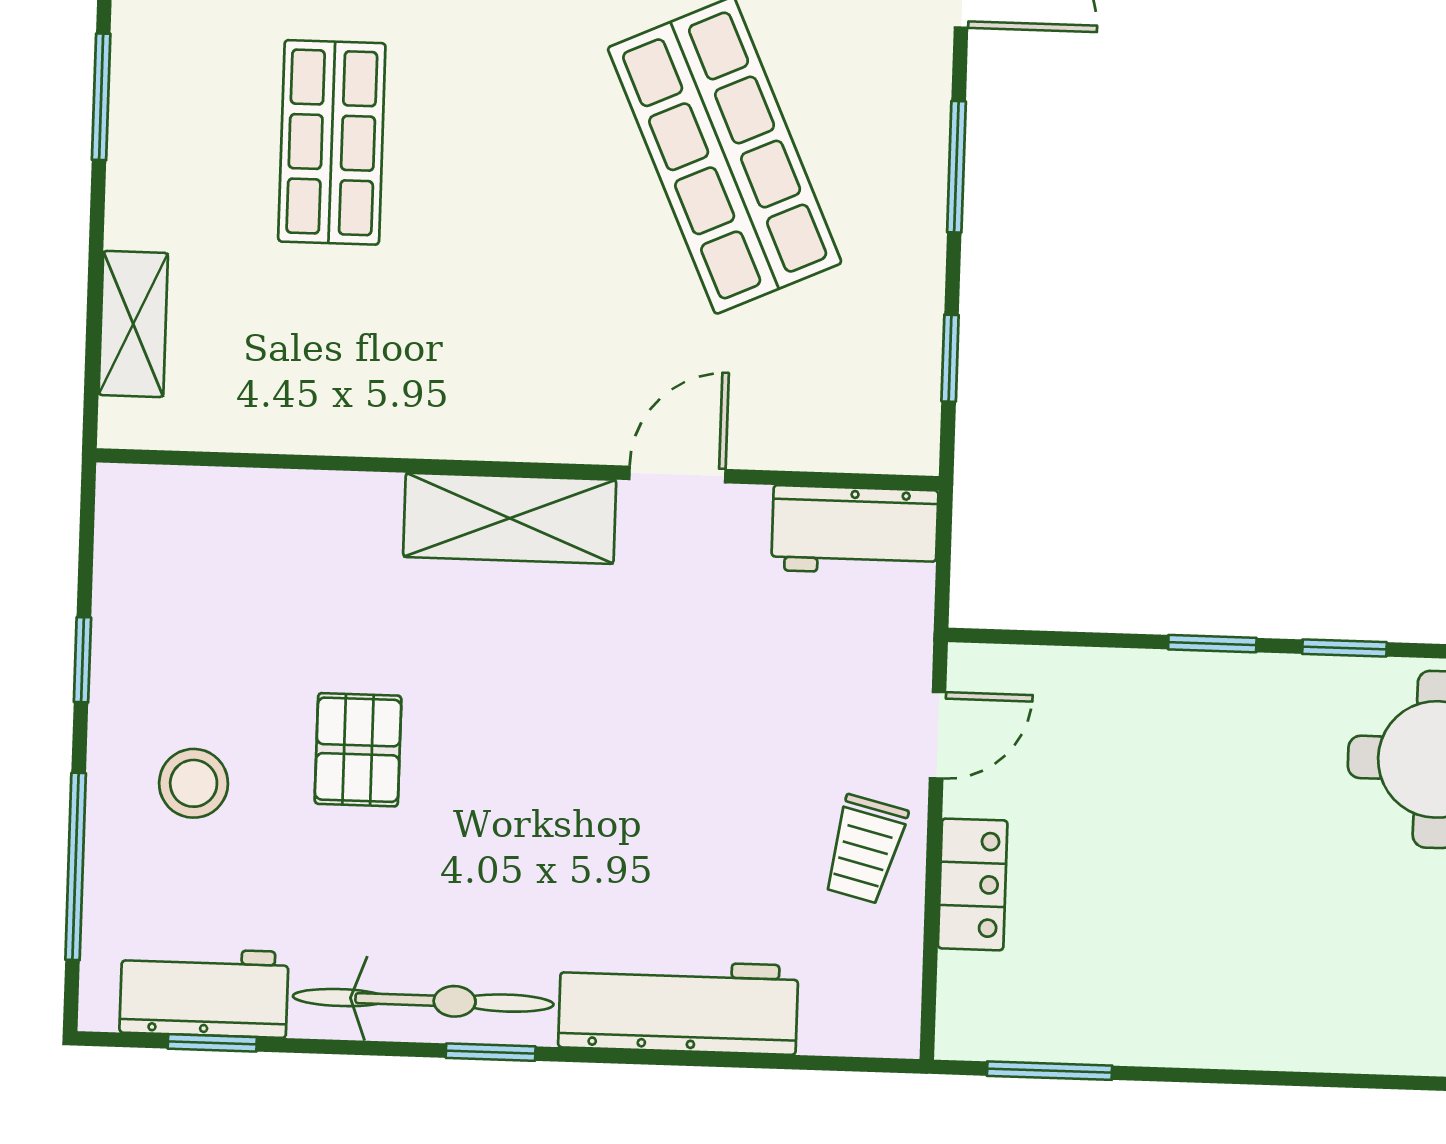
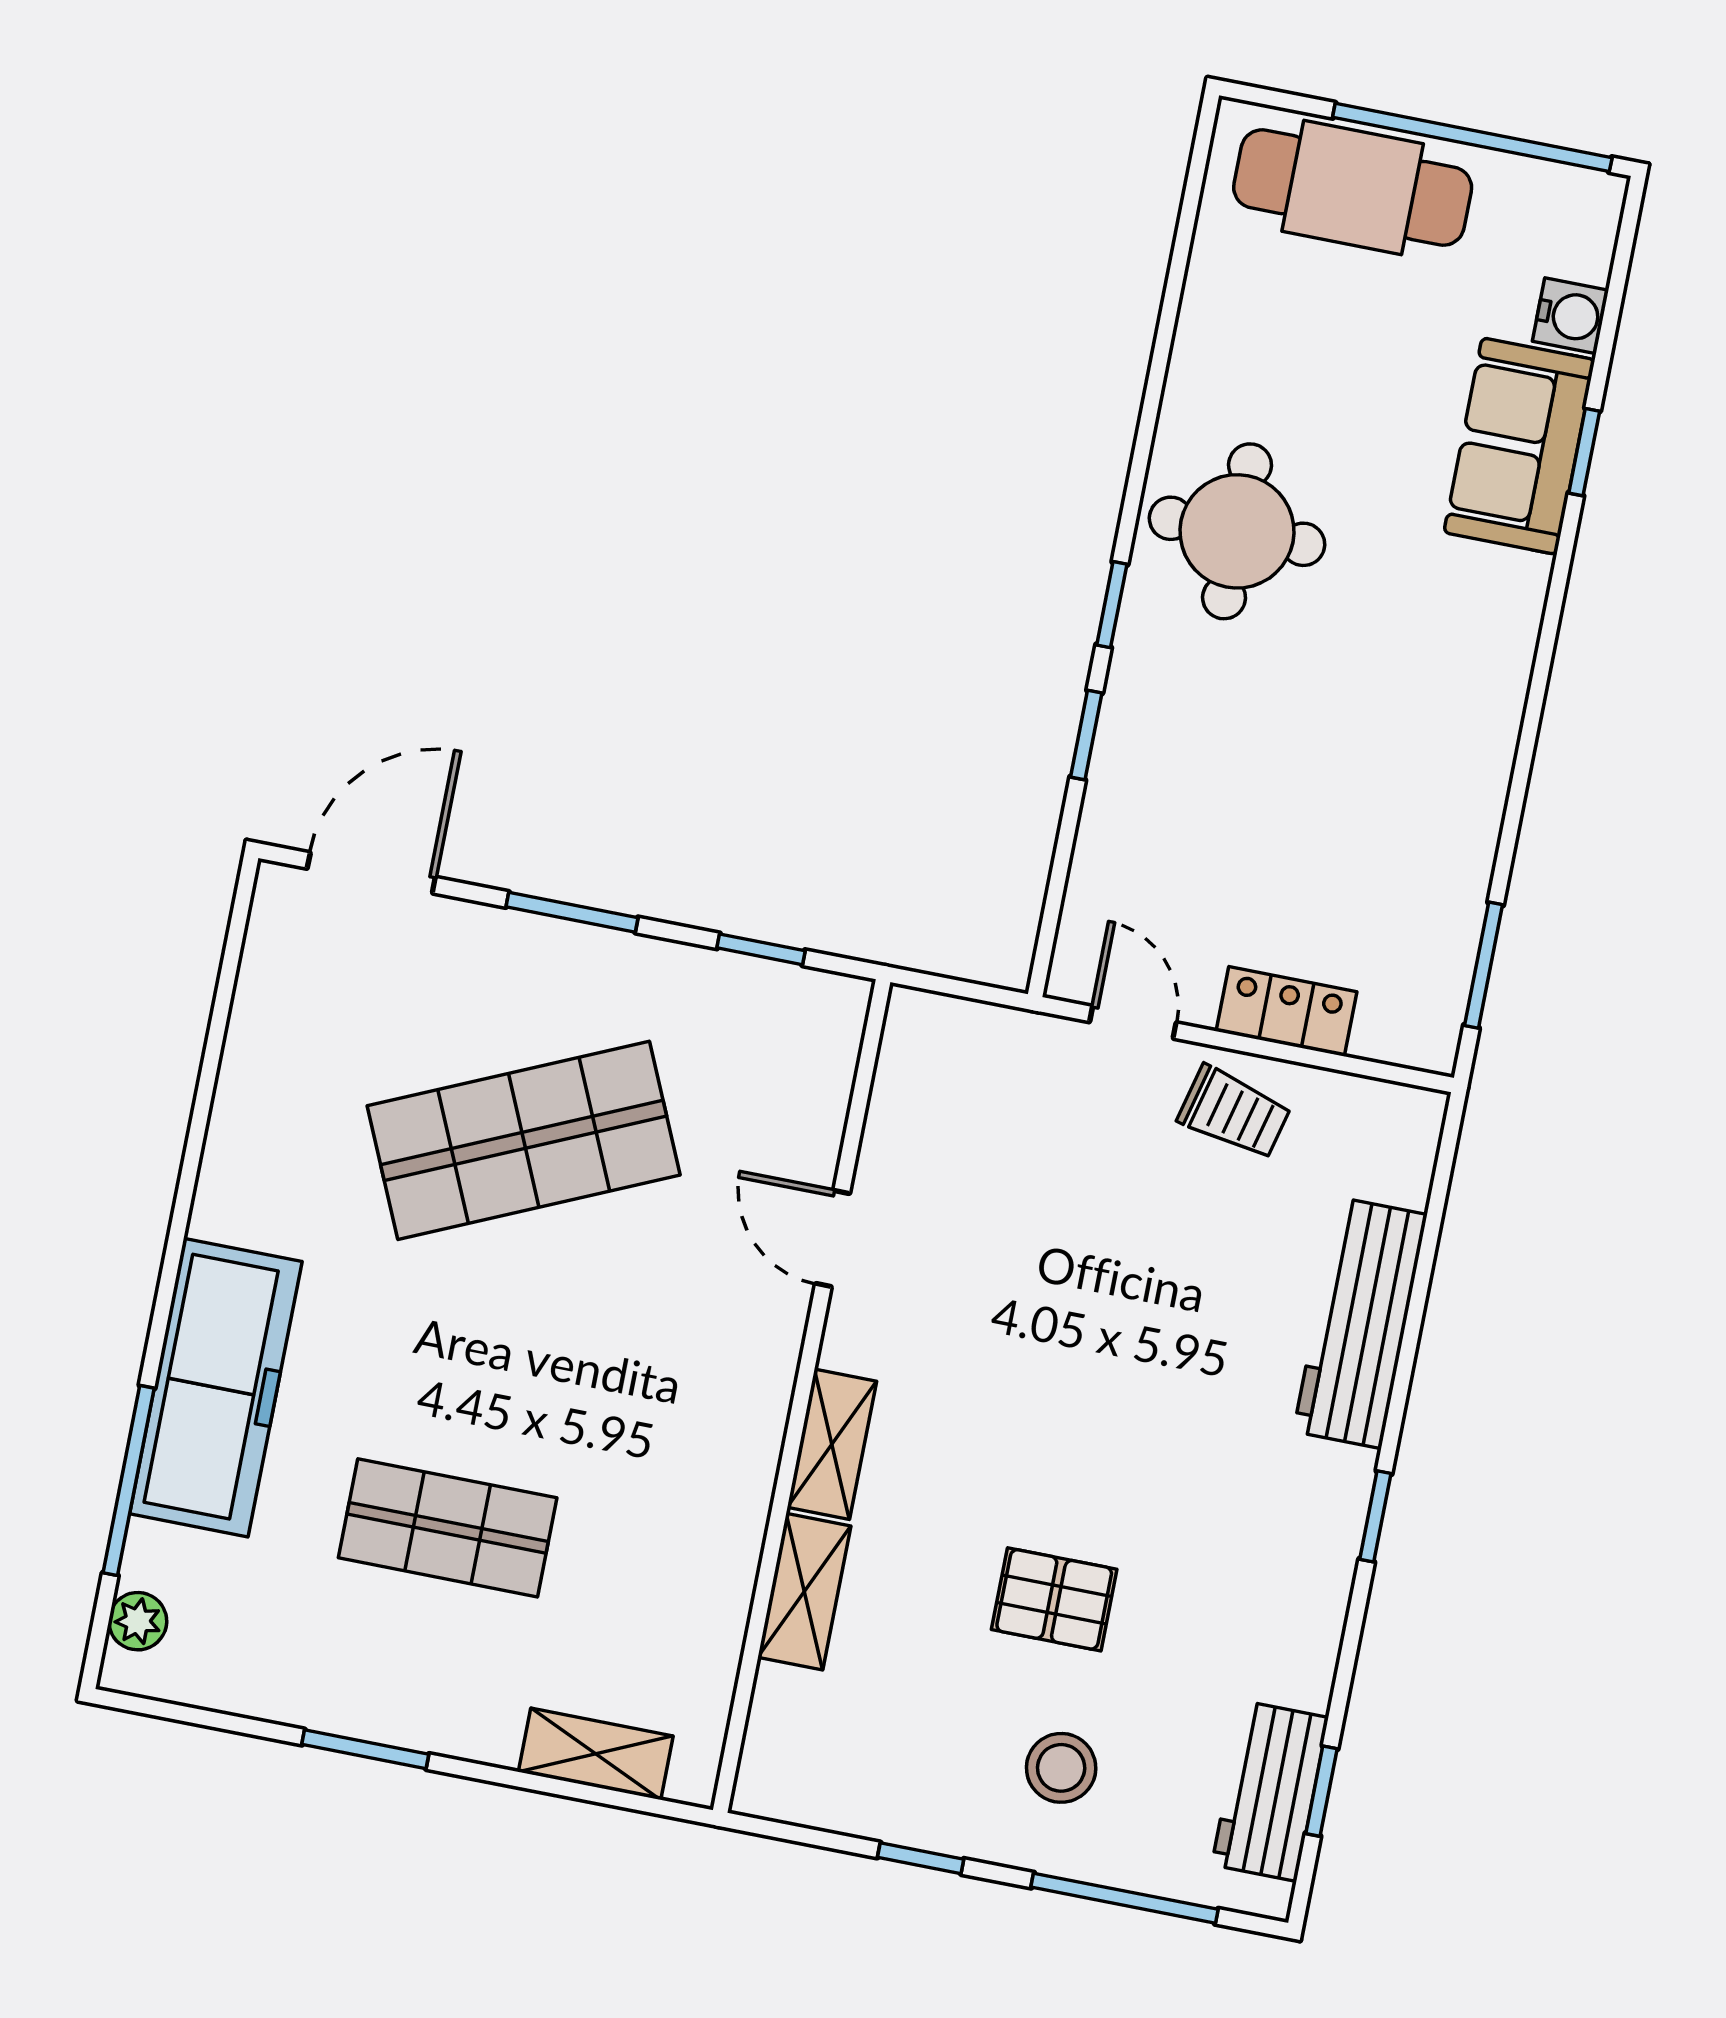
shelving: (326, 503) -> (804, 1592), added
shelving: (510, 518) -> (832, 1444), width x0.67, depth x0.75
workbench: (855, 530) -> (916, 1071), removed
bicycle: (423, 1000) -> (1313, 1575), removed

